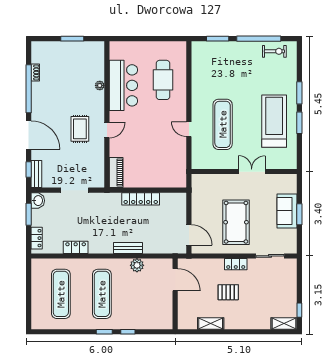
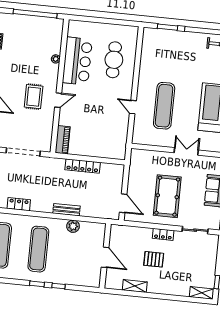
window: (72, 39) -> (35, 14), width x2.11
doorway: (75, 190) -> (23, 152), width x1.36
door: (175, 280) -> (105, 257), moved

